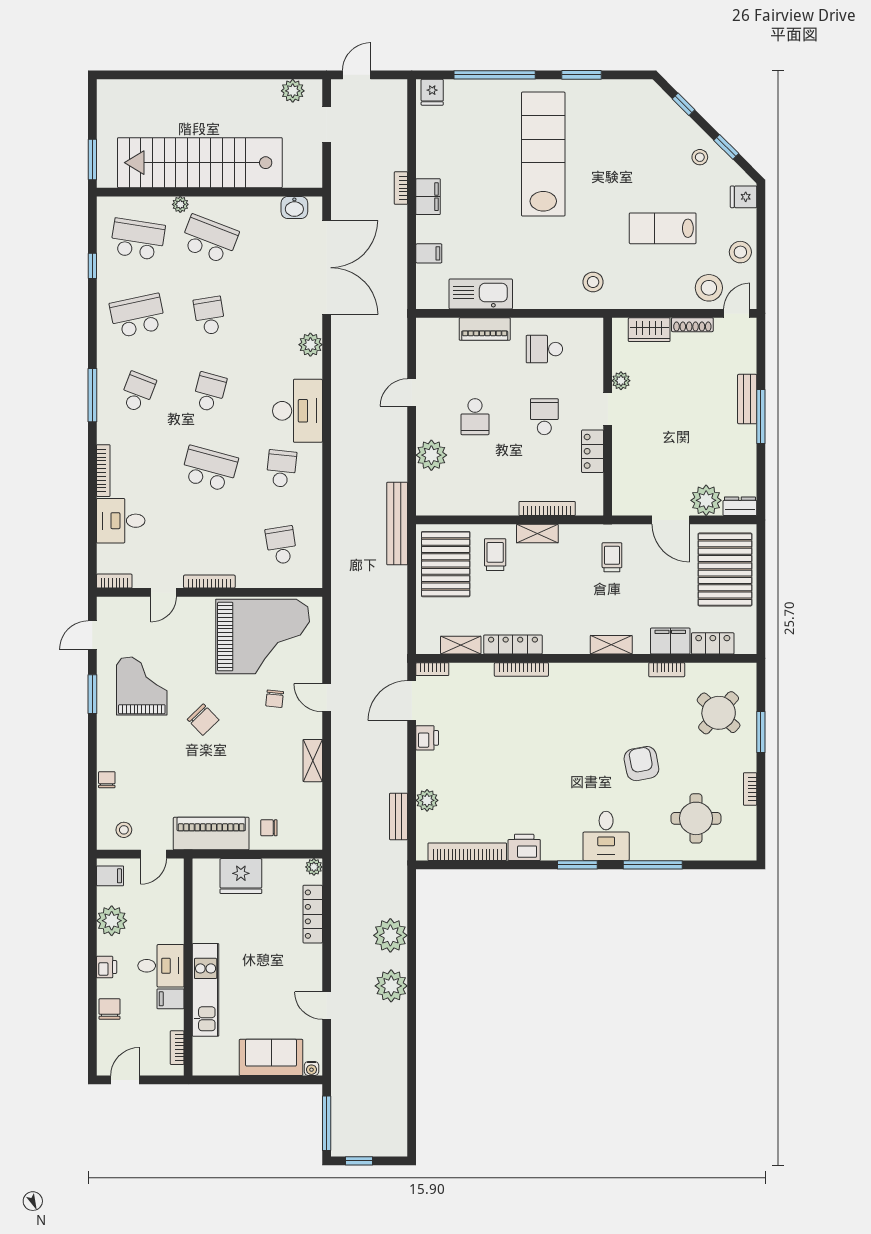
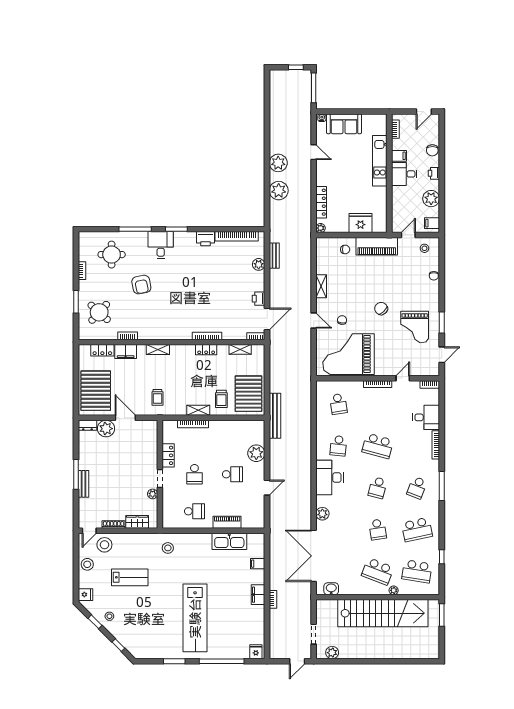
school desk: (475, 417) -> (232, 474), turned 90
locker: (513, 644) -> (206, 350), width x0.66

